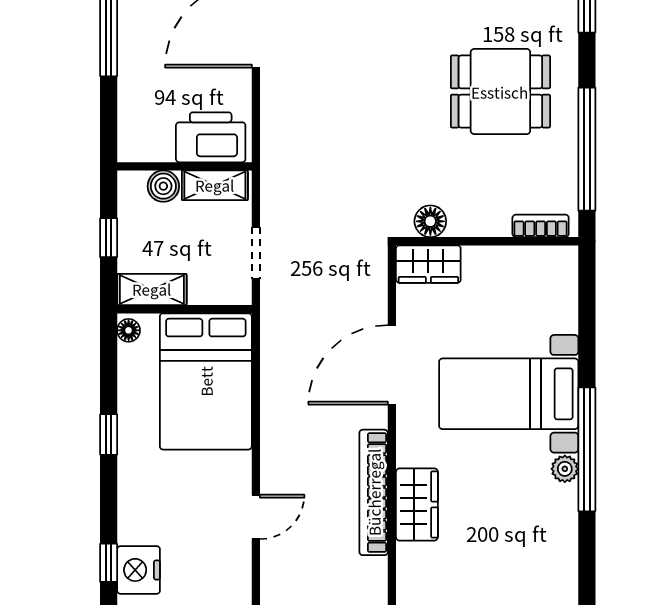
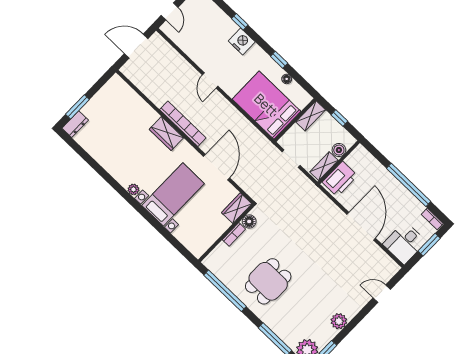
bookcase: (541, 226) -> (234, 234), moved
floor lamp: (129, 330) -> (287, 79), moved
window: (587, 449) -> (133, 202), removed
nightstand: (139, 570) -> (242, 41), moved

